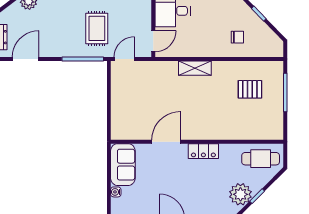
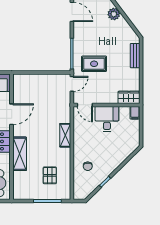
door: (124, 59) -> (72, 84), hinge flipped
shelving: (220, 131) -> (20, 154), added
door: (166, 142) -> (12, 114), hinge flipped

